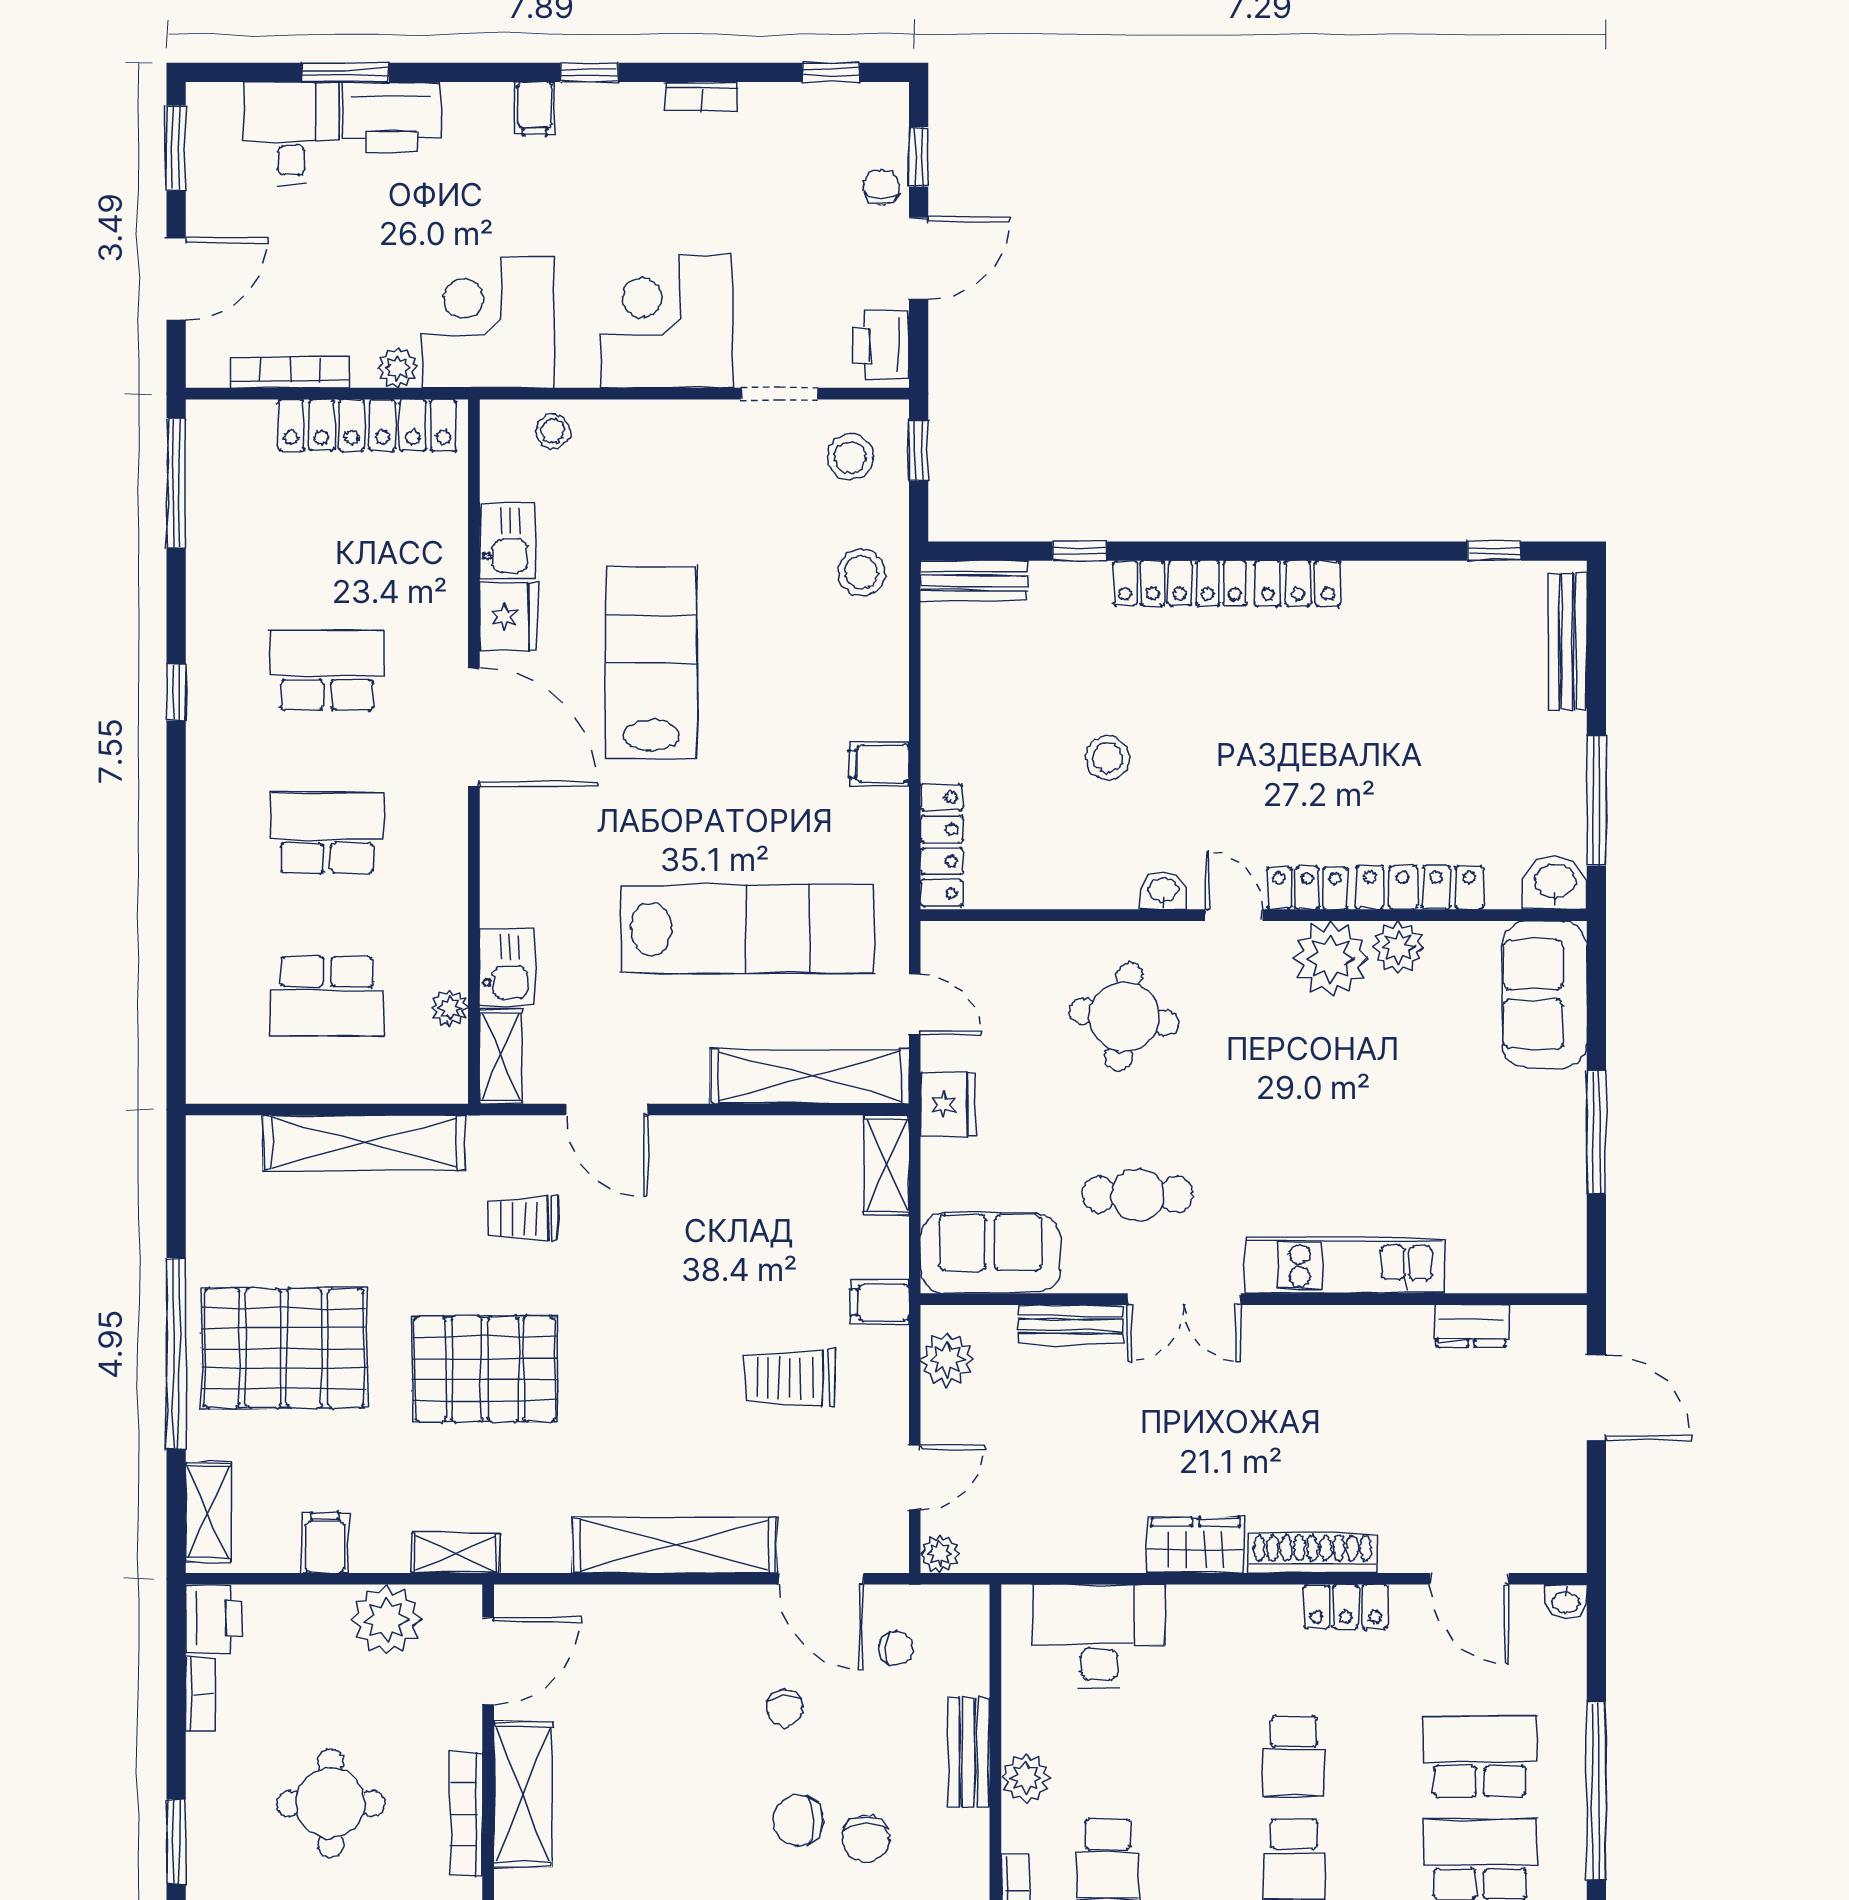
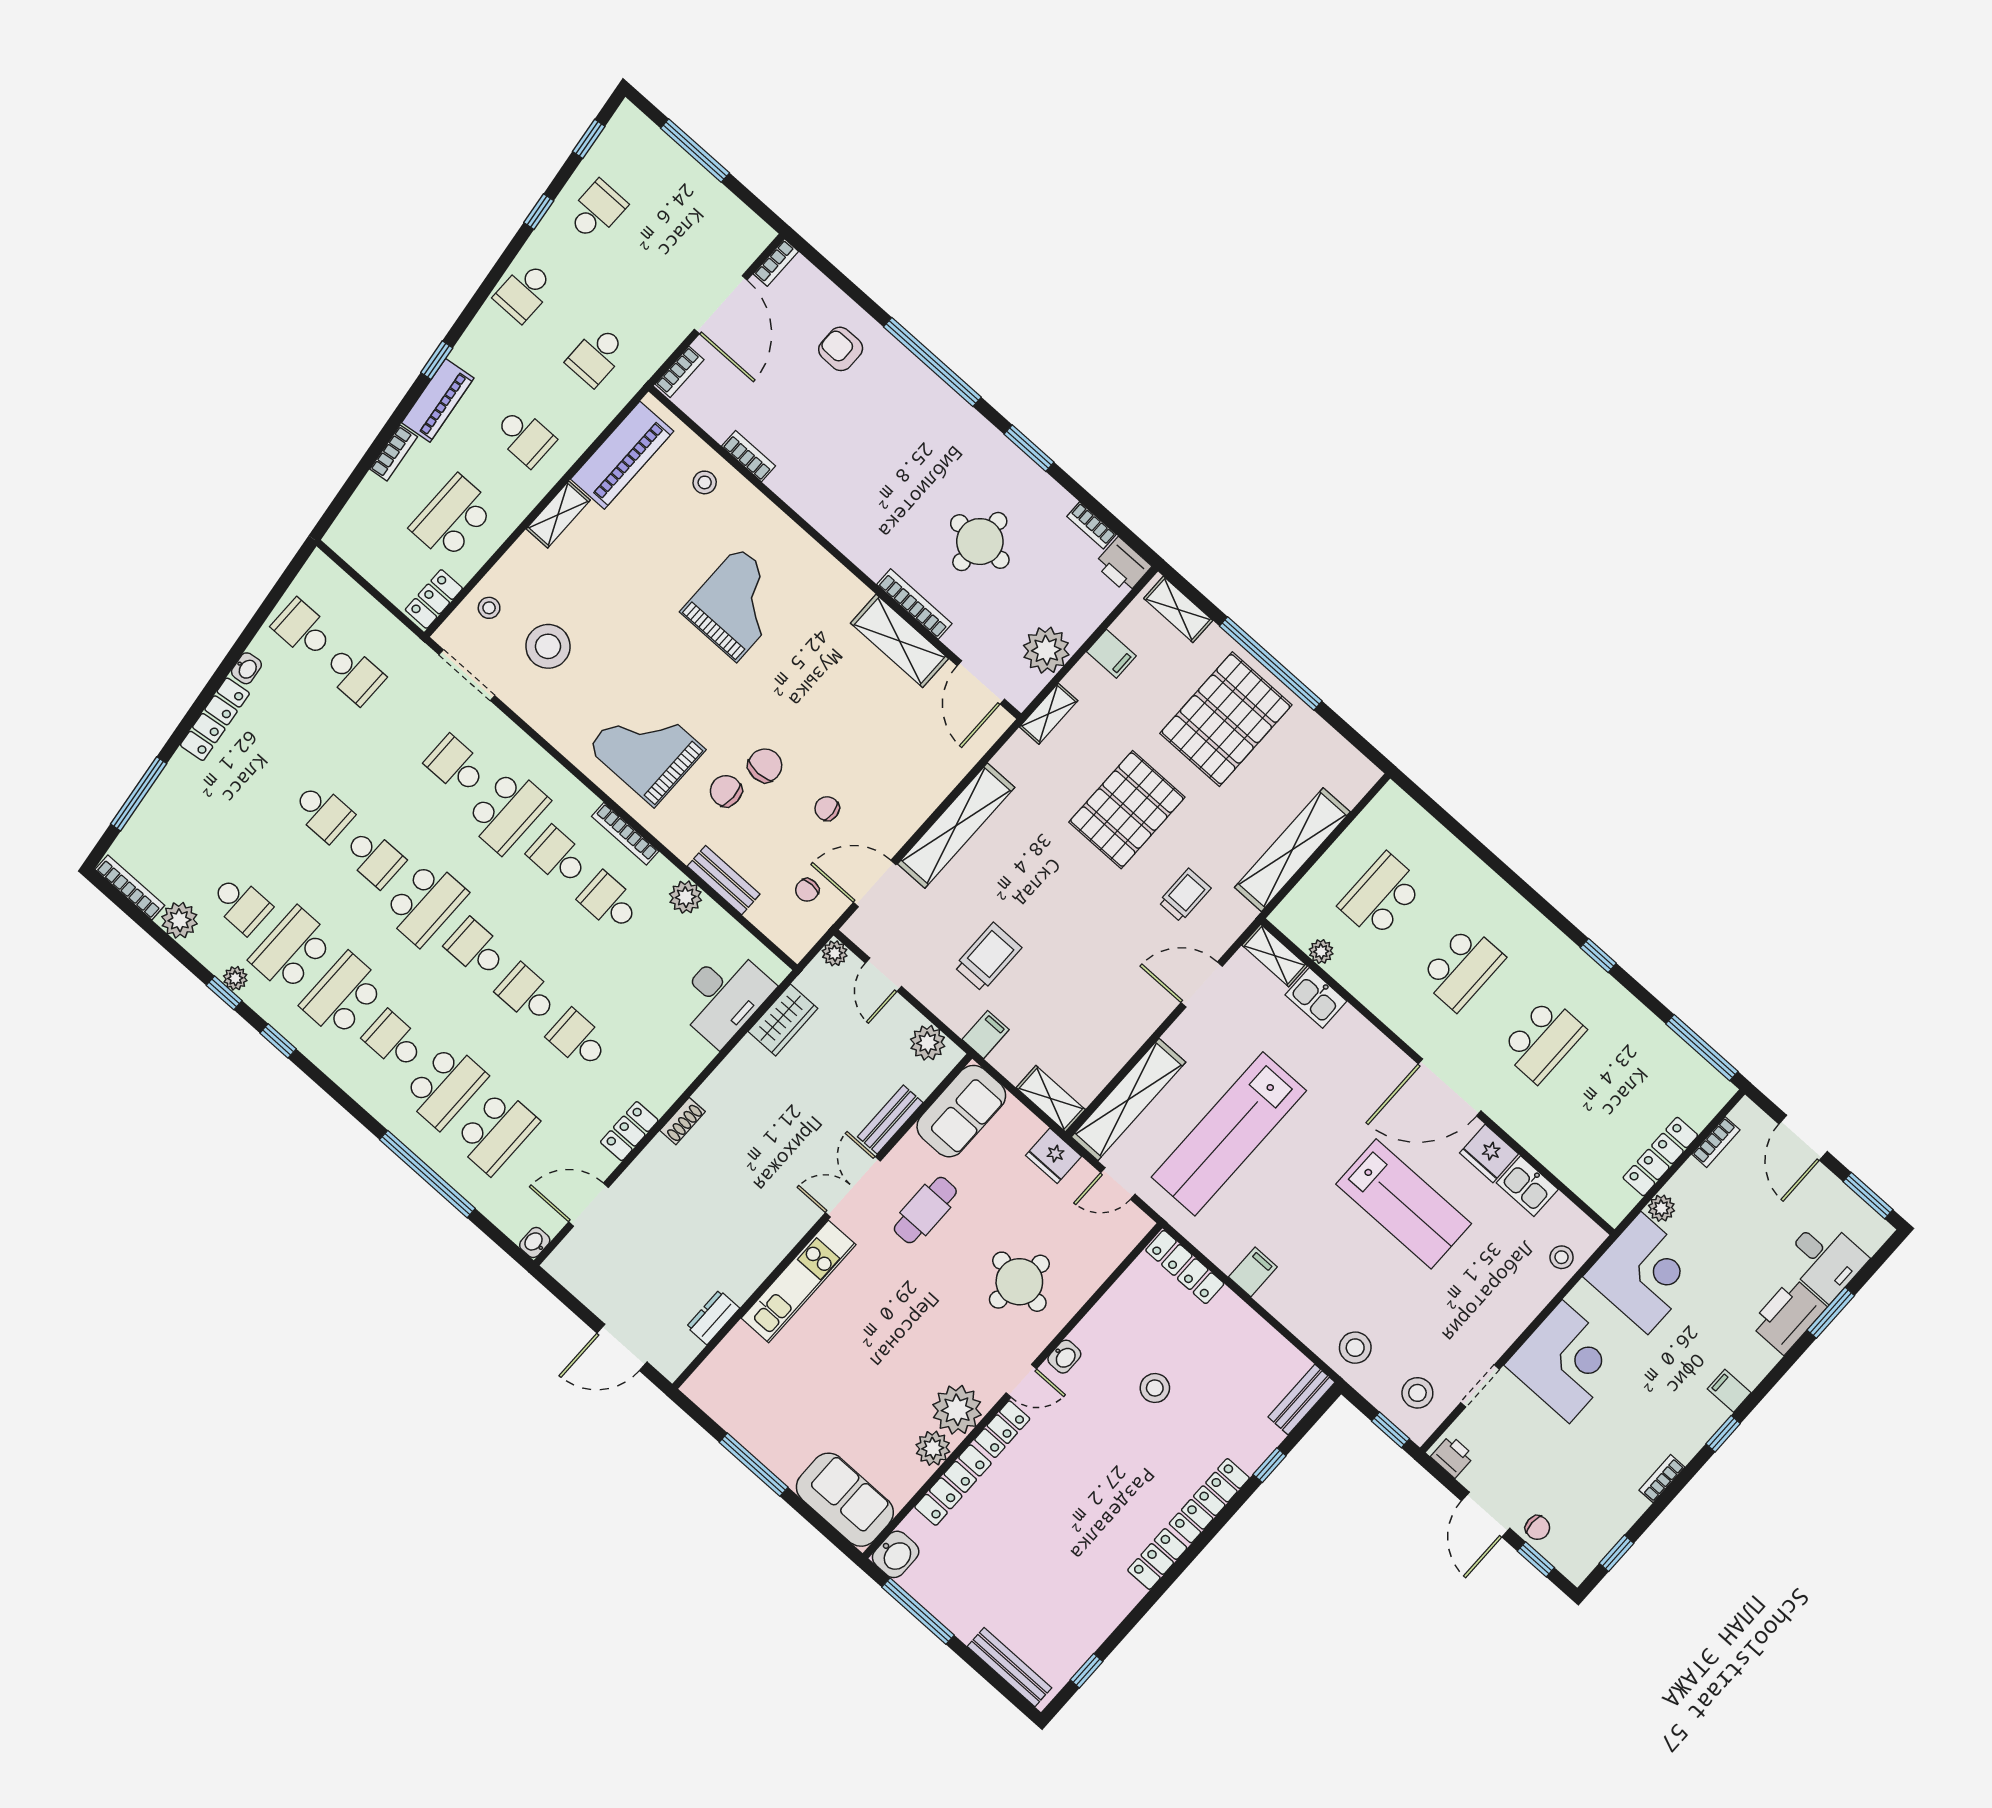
printer: (881, 345) -> (1453, 1456), width x0.73, depth x0.81
bookcase: (290, 373) -> (1716, 1142), width x0.64
locker: (367, 425) -> (1660, 1157), width x0.71, depth x0.83
wardrobe: (1196, 1545) -> (783, 1020), moved
shoe rack: (1313, 1553) -> (683, 1121), width x0.51, depth x0.81

